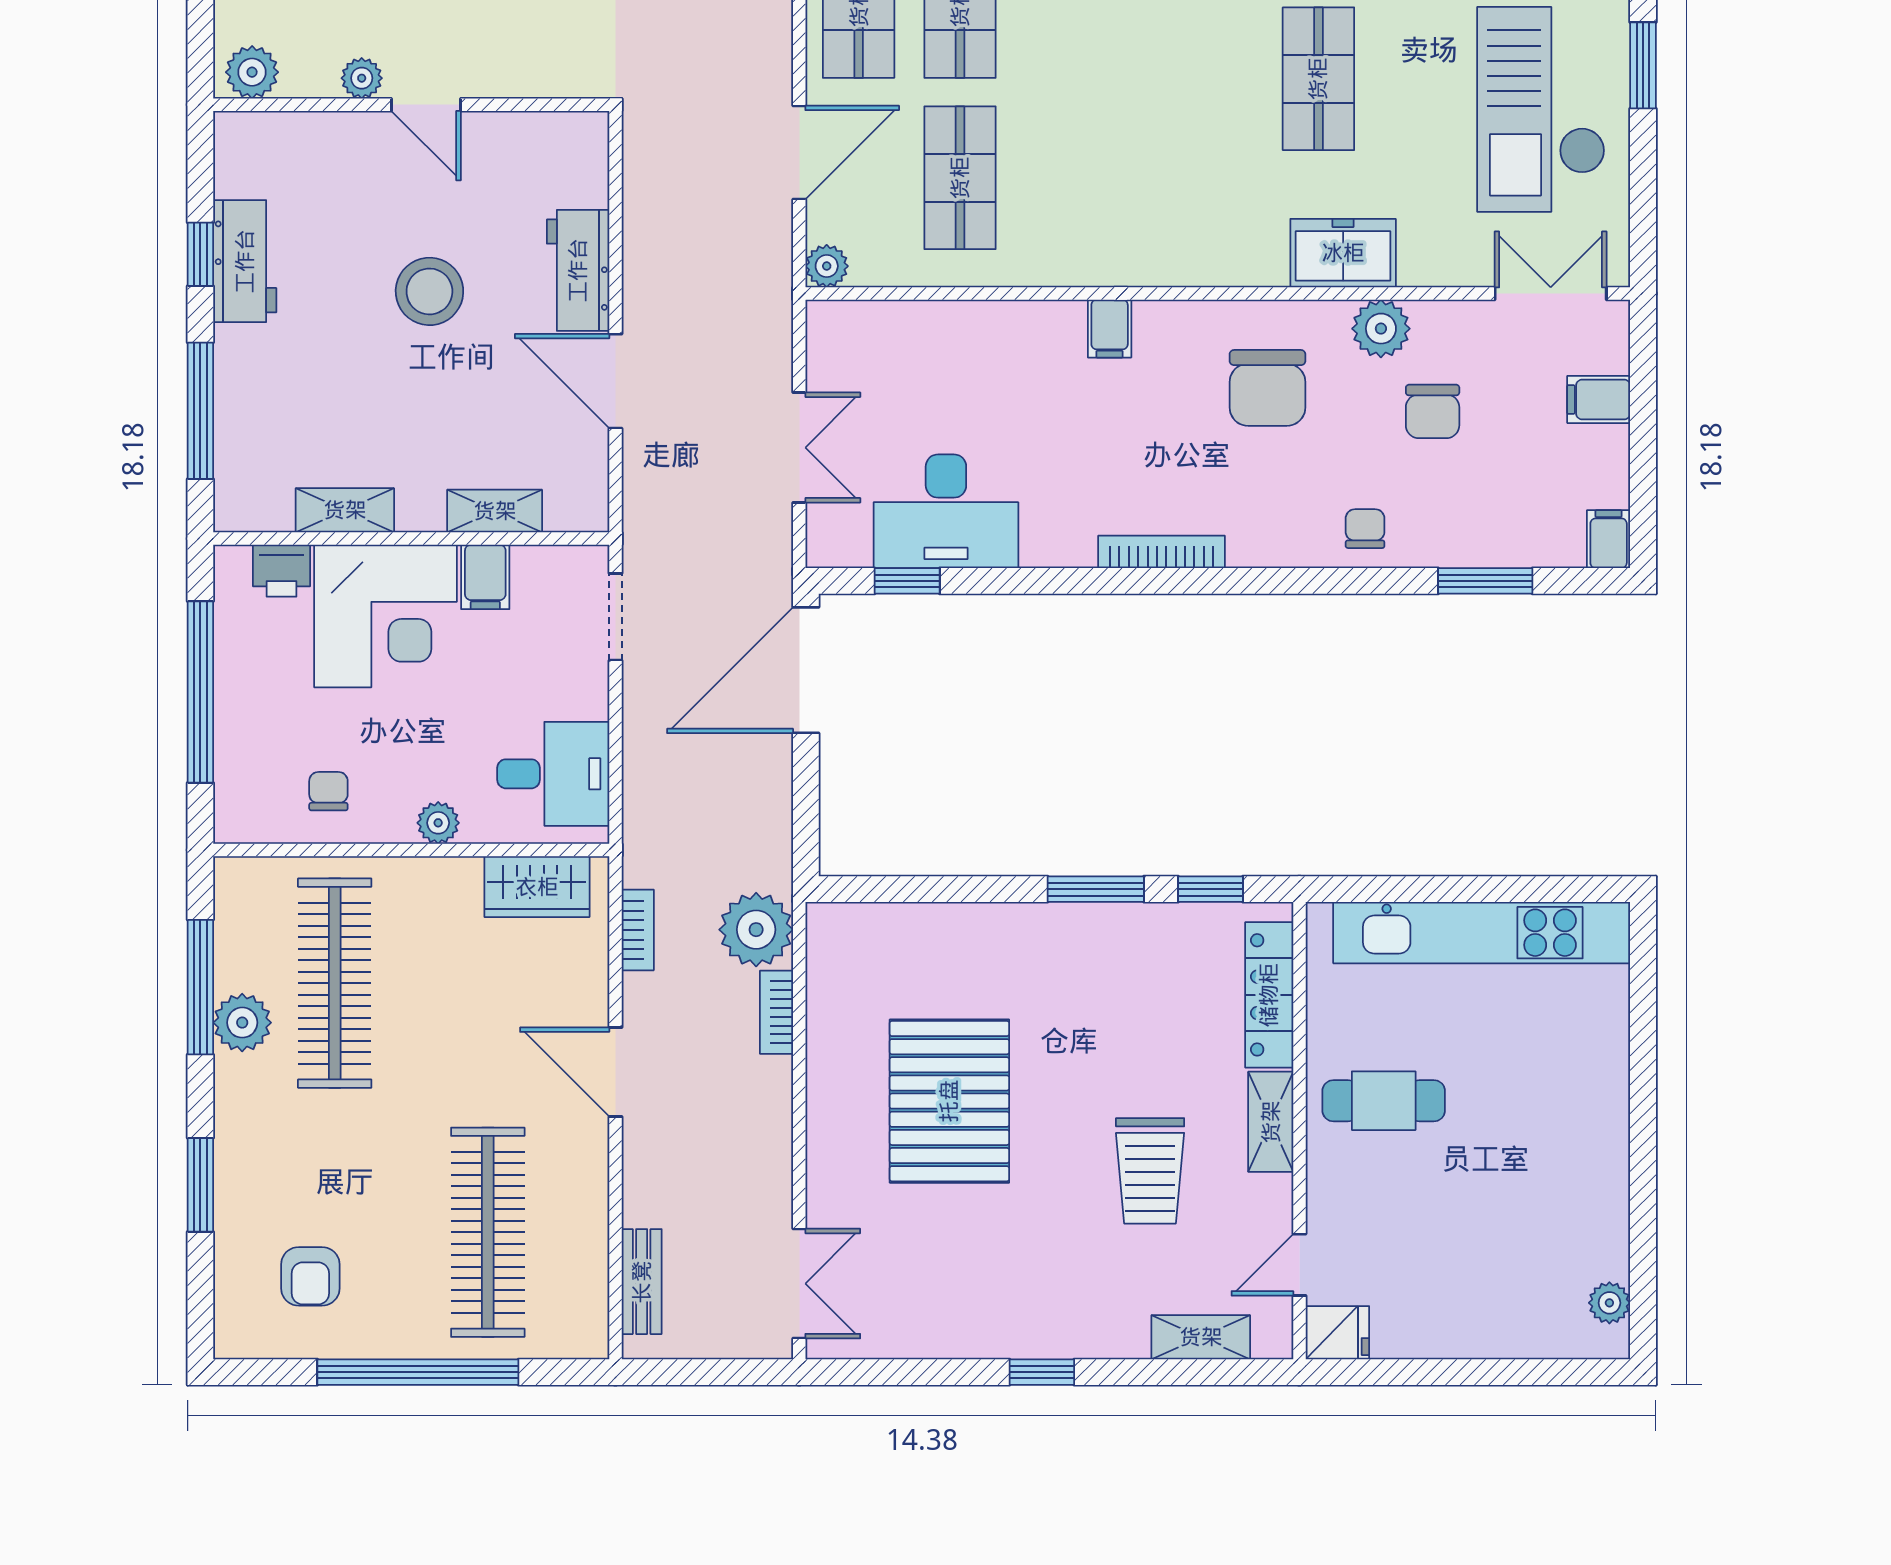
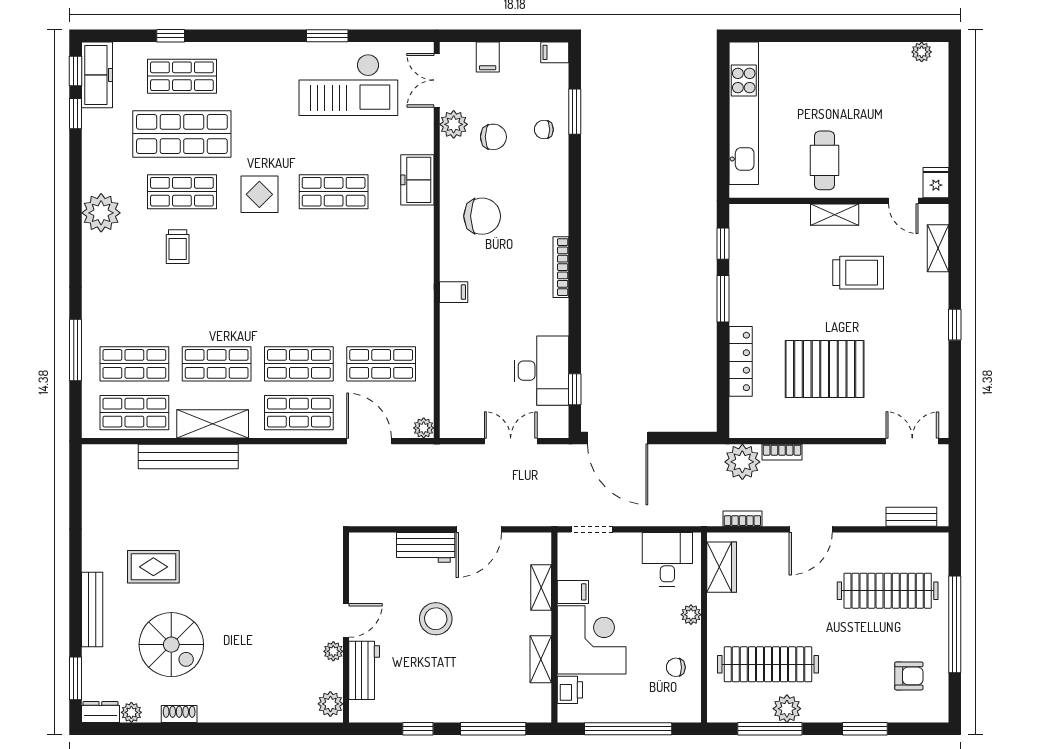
workbench: (245, 261) -> (364, 670), moved, turned 90
plant: (1381, 329) -> (454, 124), moved
chair: (1365, 529) -> (544, 130), moved
locker: (1269, 995) -> (741, 361), moved, turned -90

